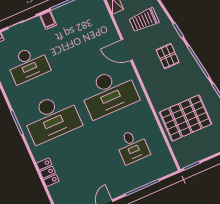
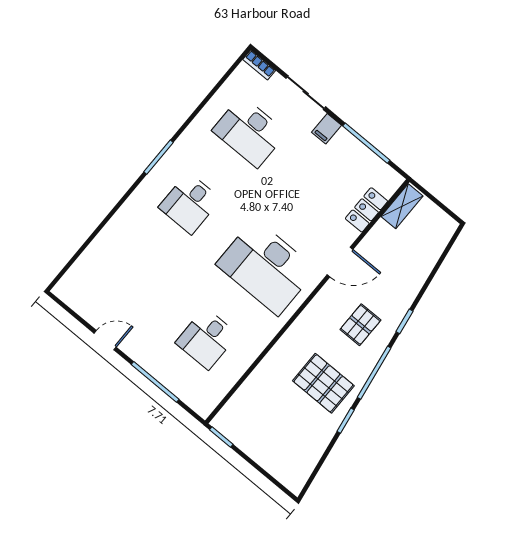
trolley: (144, 20) -> (395, 265), removed
door: (127, 50) -> (340, 262), swing flipped
desk: (52, 118) -> (190, 203), width x0.53, depth x0.77
pallet: (186, 118) -> (323, 383), moved, width x0.73, depth x0.71
locker: (48, 172) -> (366, 210), moved, turned 180

